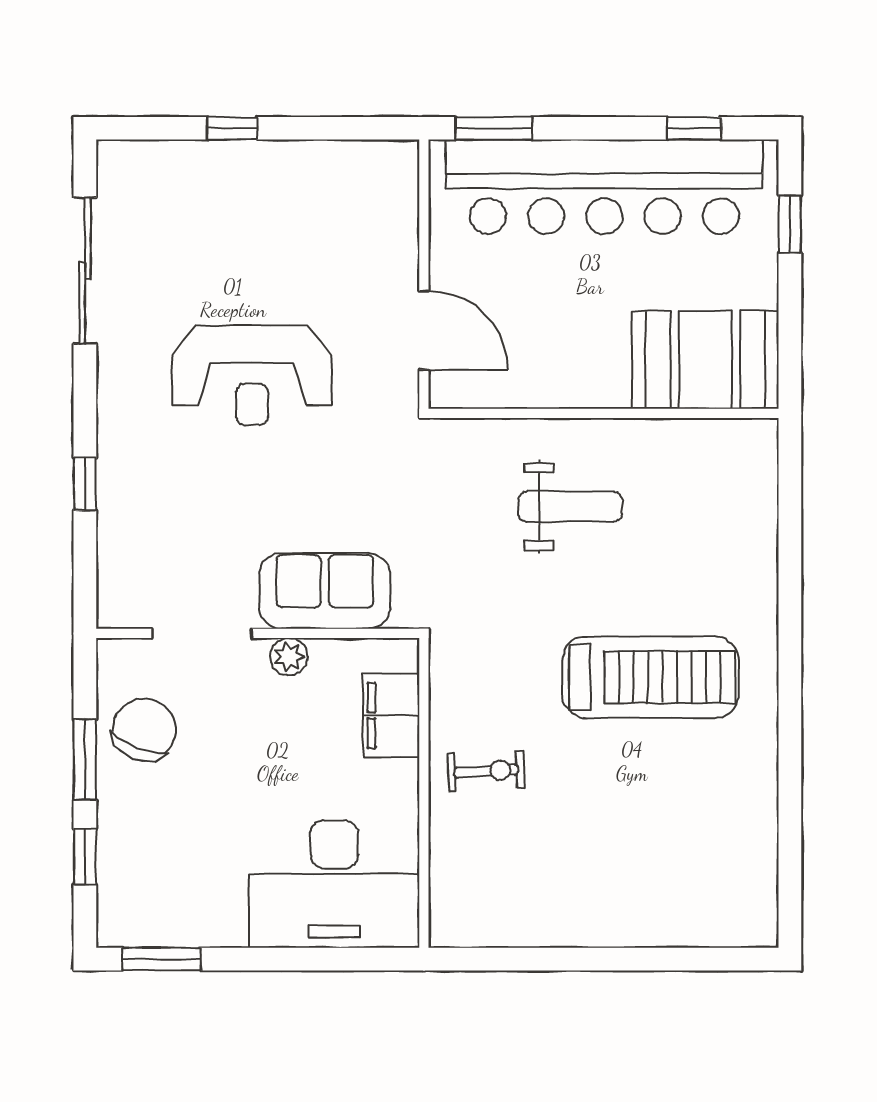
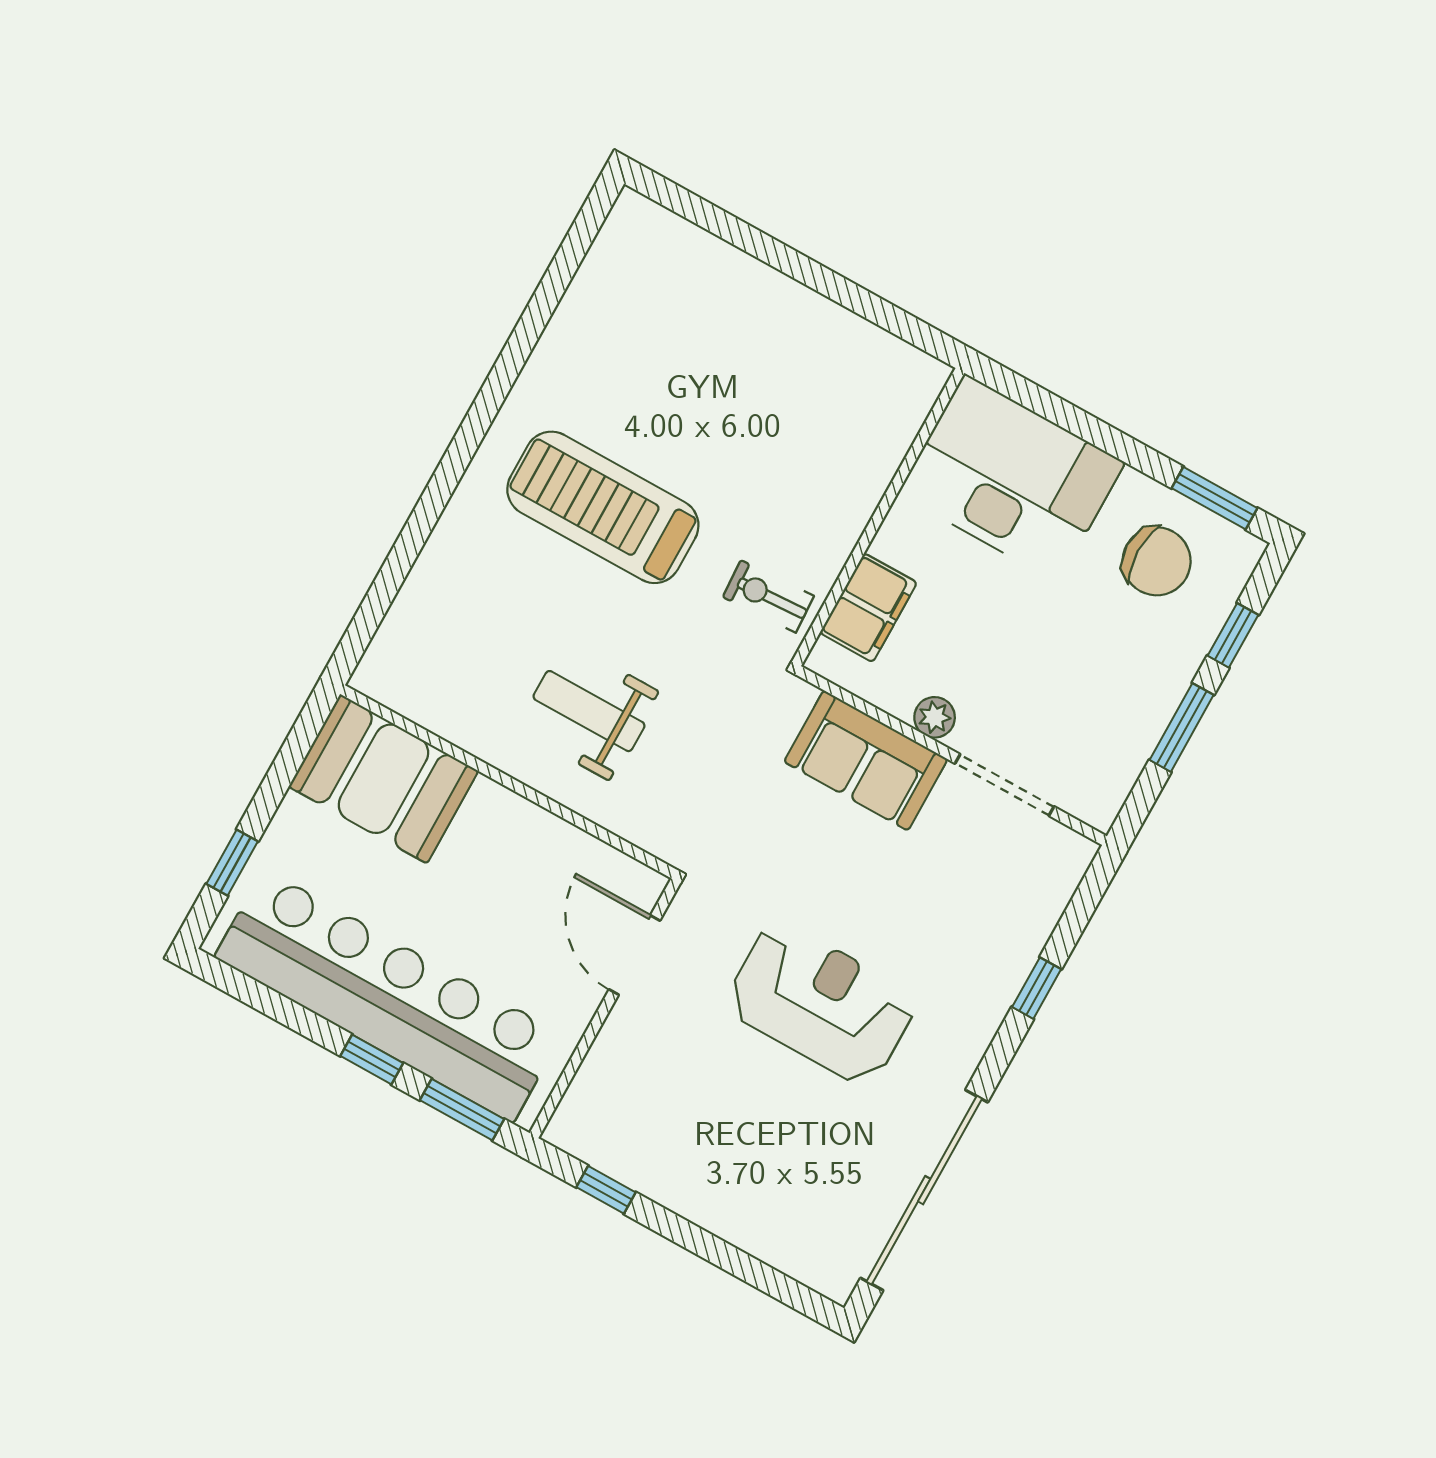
window: (232, 128) -> (606, 1190), moved
window: (694, 128) -> (372, 1059), moved
sliding door: (85, 271) -> (924, 1190), width x1.36
chair: (144, 730) -> (1157, 561), moved, turned -112
exercise bike: (486, 771) -> (768, 596), moved

